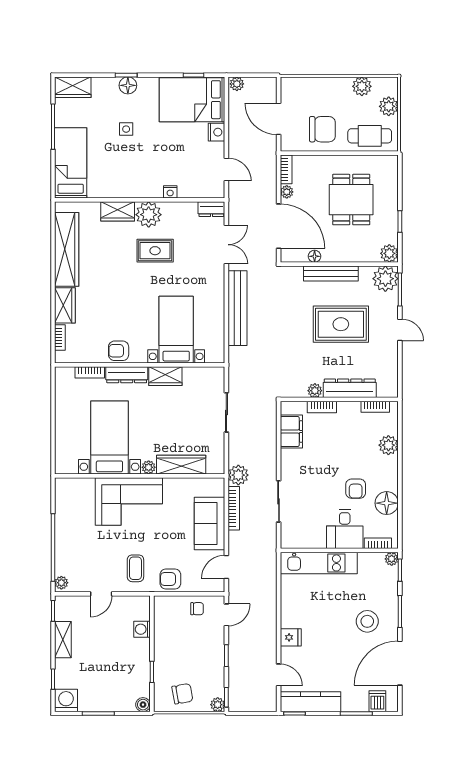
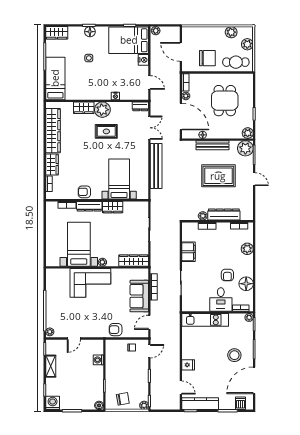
filing cabinet: (291, 432) -> (189, 252), moved
wardrobe: (181, 465) -> (134, 261), moved
plant: (238, 475) -> (157, 267), removed
coffee table: (135, 568) -> (94, 323), removed

